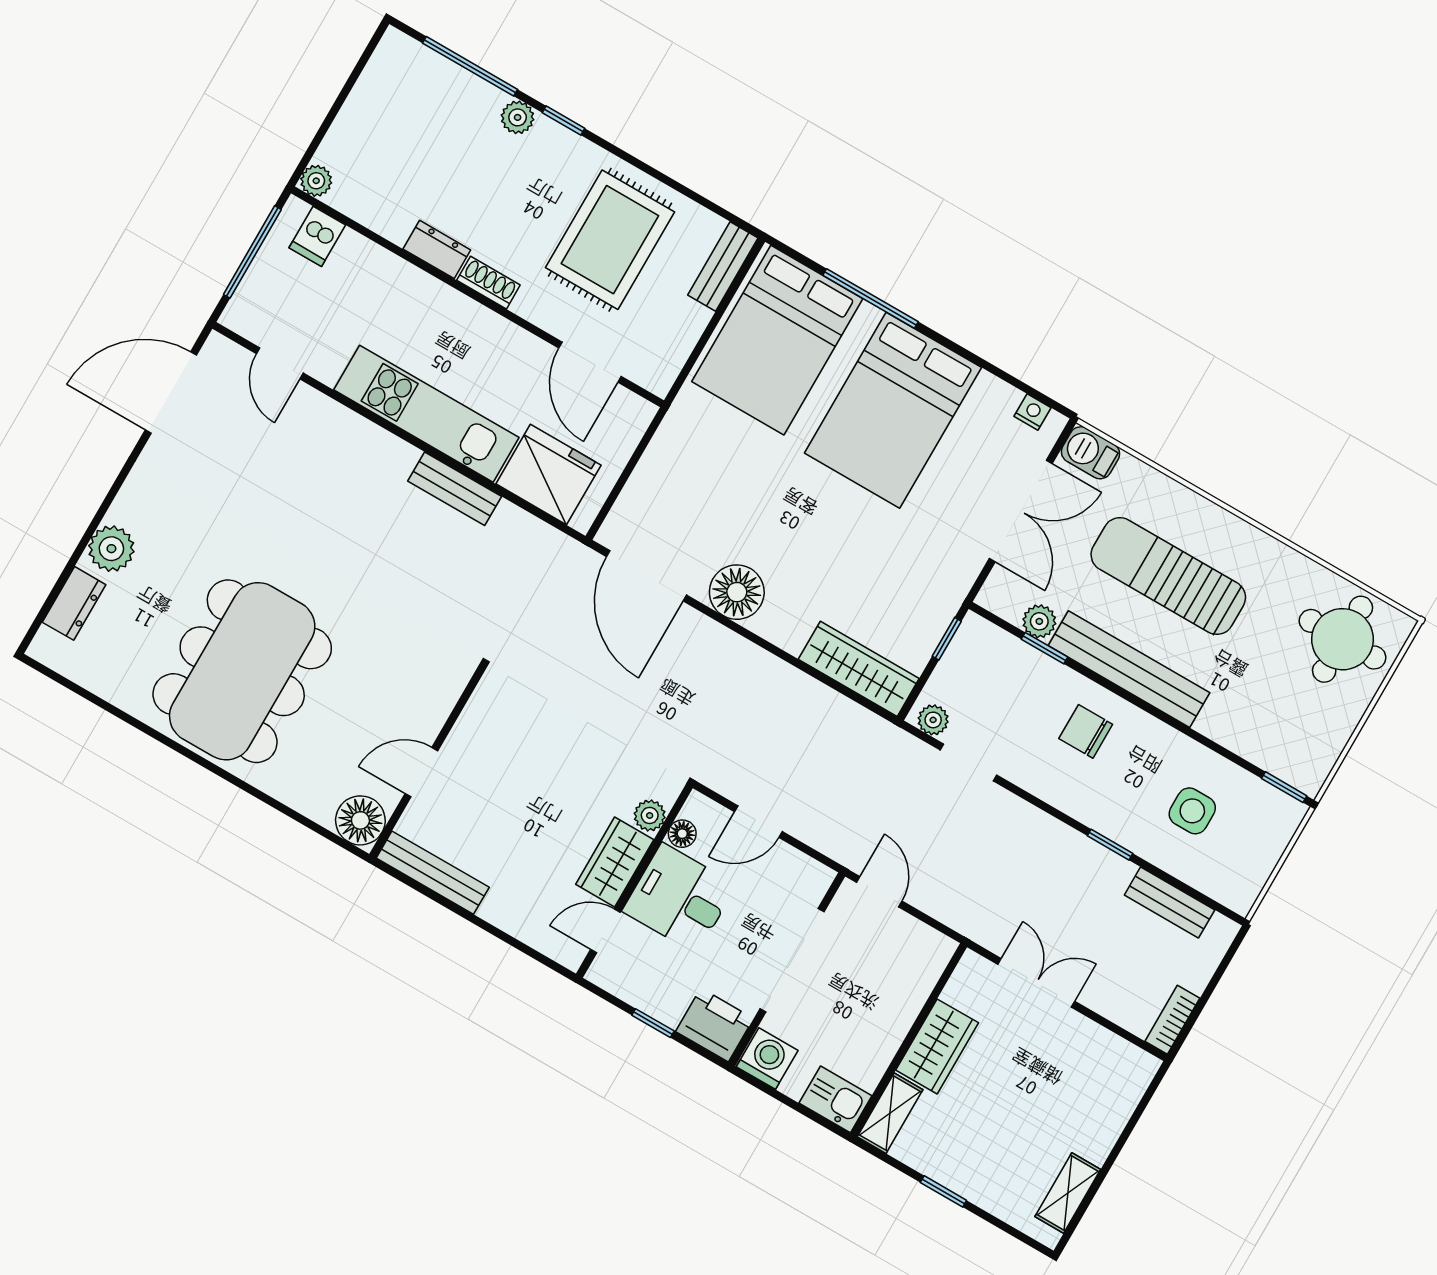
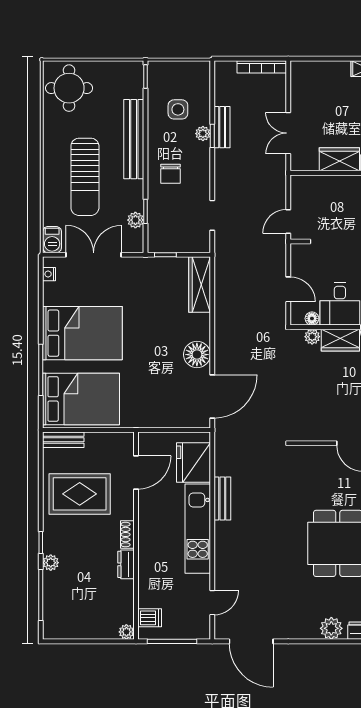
bench: (1129, 669) -> (134, 139), moved
plant: (933, 720) -> (203, 134), moved
bench: (1170, 903) -> (222, 127), moved
bookcase: (1172, 1020) -> (262, 67), width x1.56

